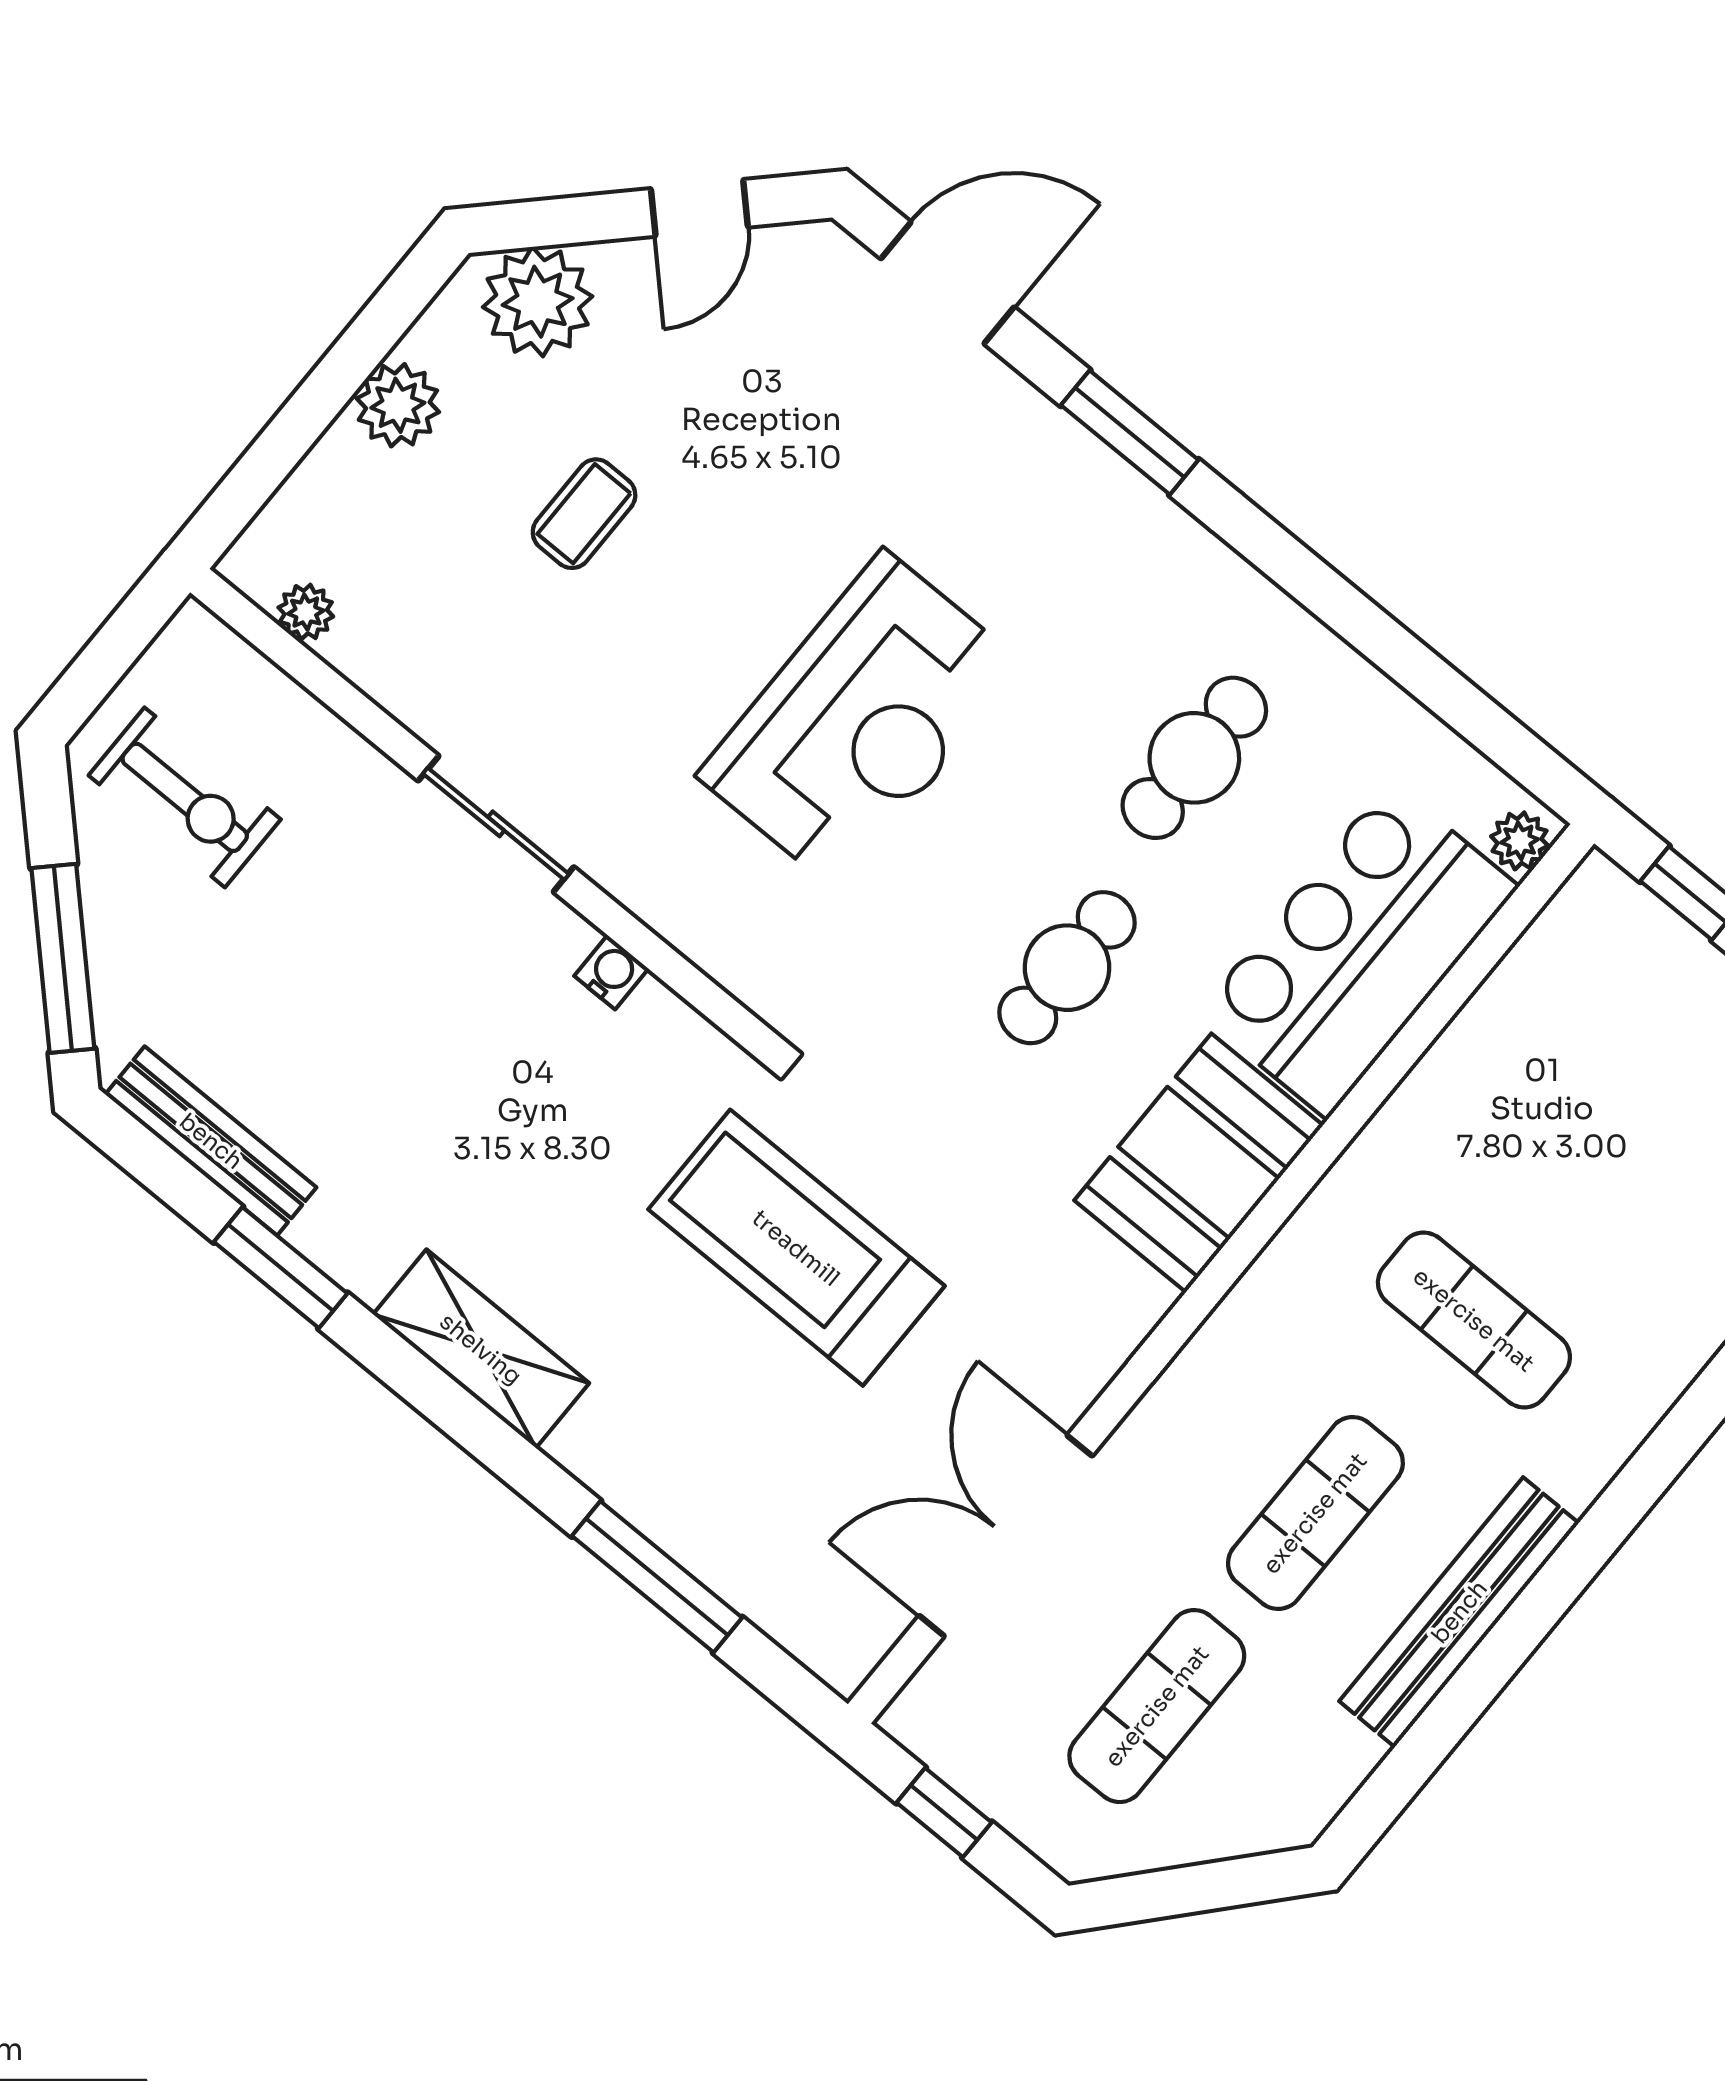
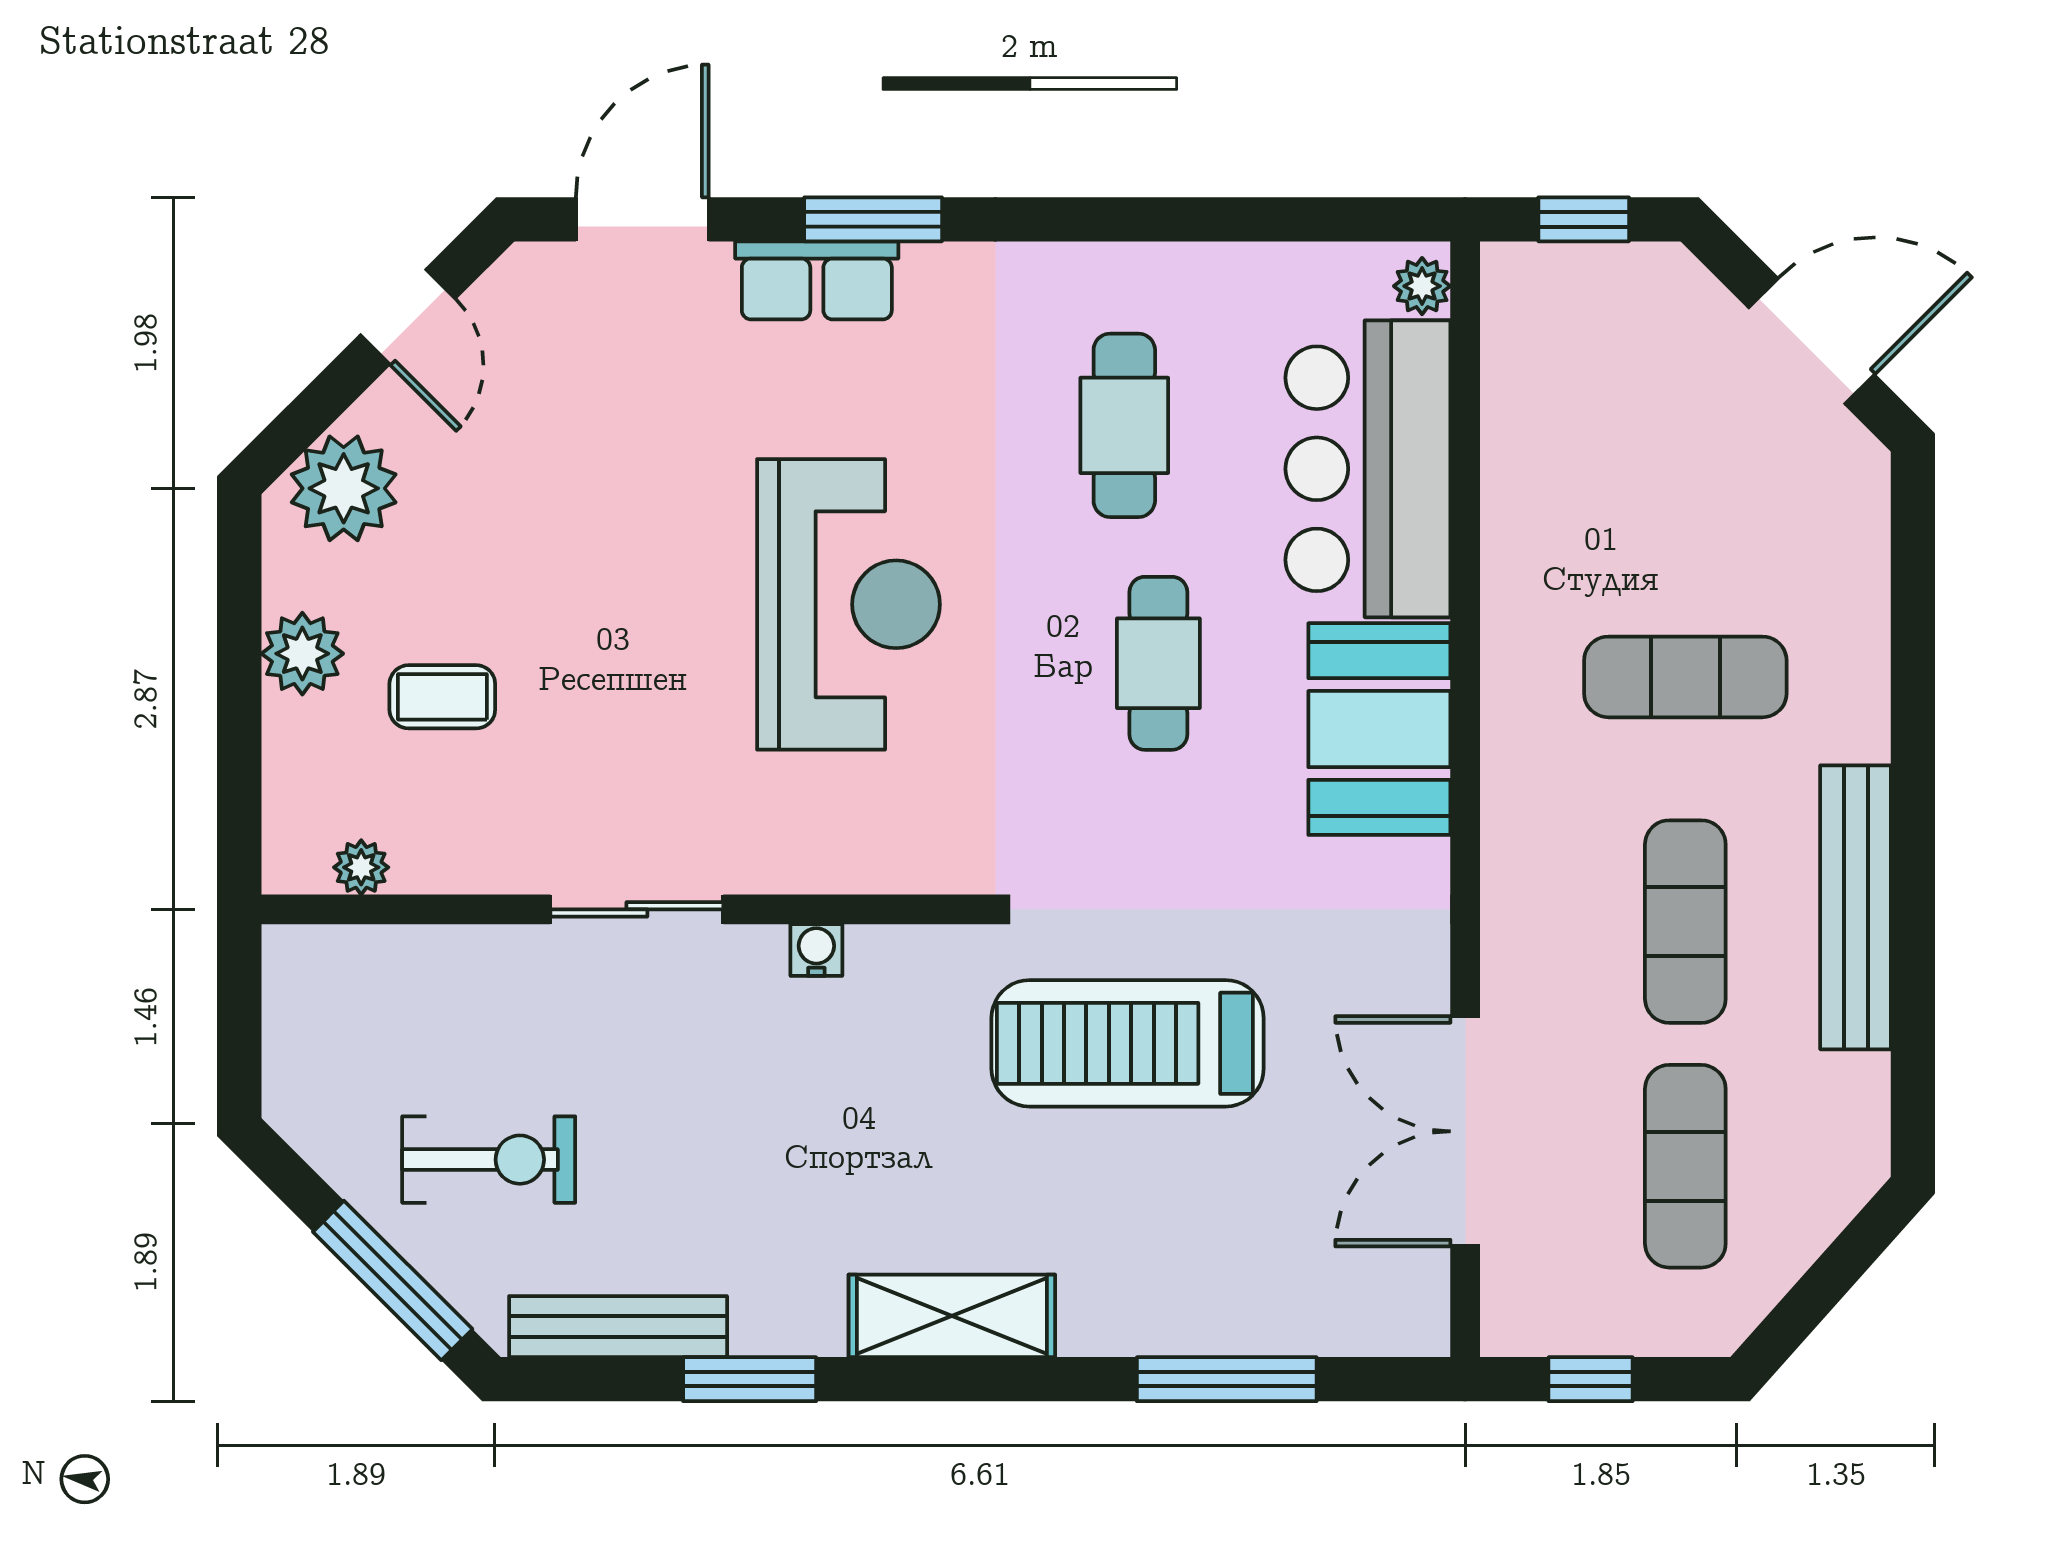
row of seats: (1046, 444) -> (817, 280), added
coffee table: (584, 514) -> (442, 697), moved, turned 90
exercise bike: (185, 797) -> (489, 1160), moved

